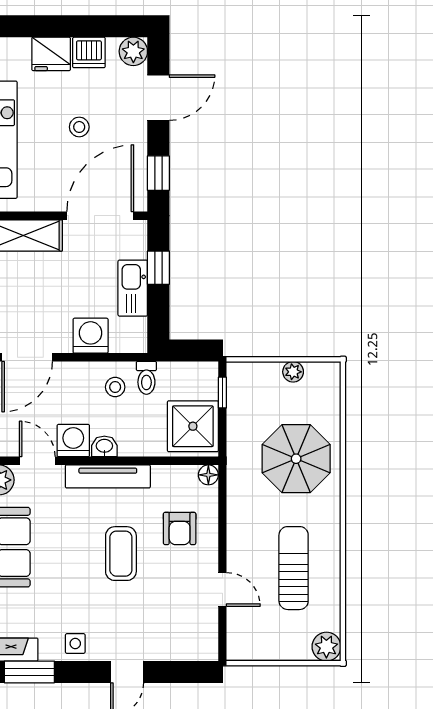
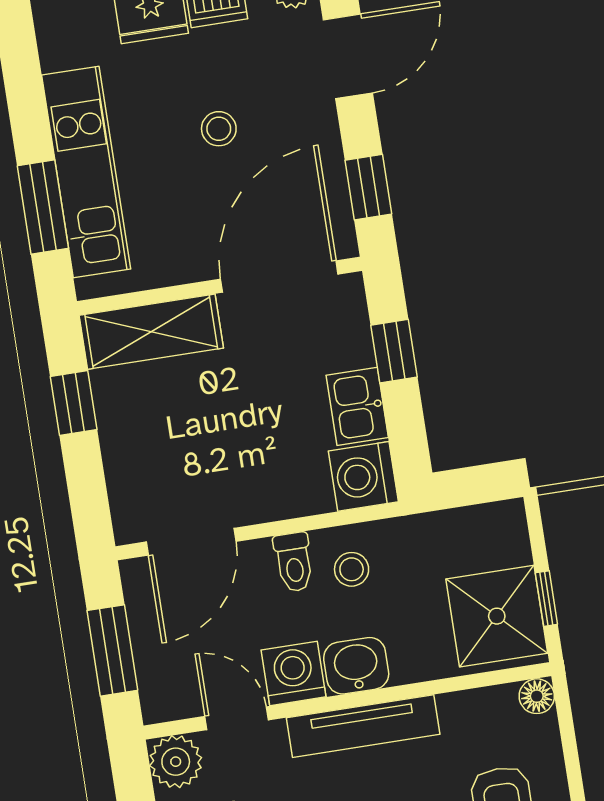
kitchen sink: (133, 288) -> (357, 406), width x0.73
washing machine: (91, 336) -> (363, 476), moved, turned -90
toilet: (146, 378) -> (294, 562), moved
window: (222, 393) -> (546, 599), moved
washbasin: (104, 446) -> (356, 666), width x1.38, depth x1.45

